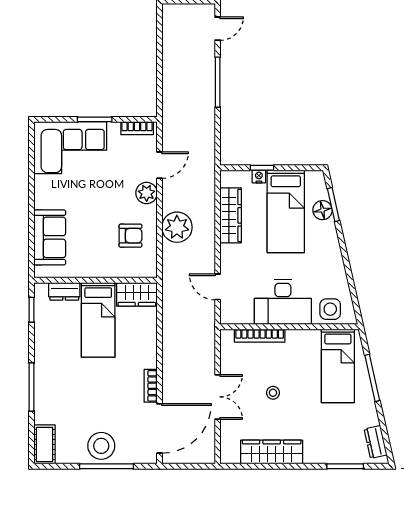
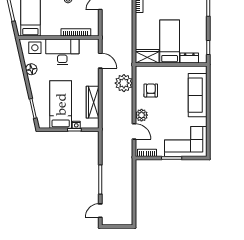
door: (159, 165) -> (134, 131), swing flipped
floor lamp: (322, 210) -> (31, 69), moved
plant: (177, 227) -> (124, 83), moved
armchair: (131, 236) -> (151, 90), turned 90
sofa: (50, 237) -> (198, 95), width x1.36

